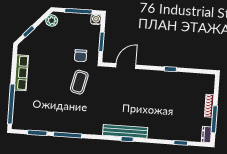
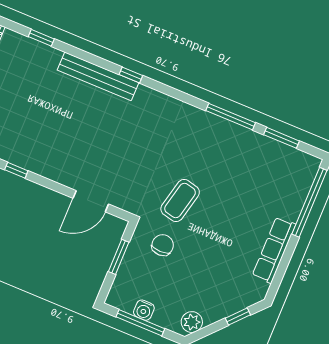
water cooler: (96, 20) -> (144, 310), moved
bench: (125, 131) -> (98, 76), moved

